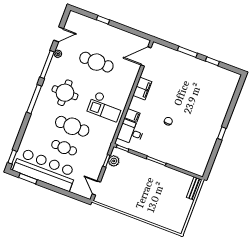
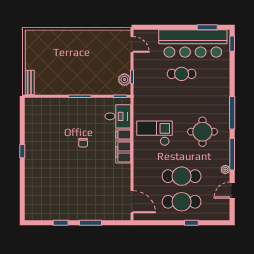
door: (146, 56) -> (132, 202), hinge flipped
filing cabinet: (142, 88) -> (123, 152), moved
cafe table: (72, 126) -> (182, 202), moved

